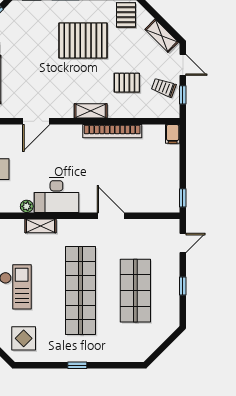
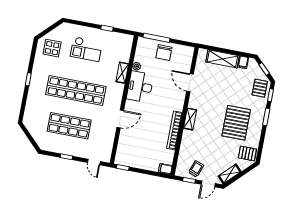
pallet: (127, 83) -> (260, 88), moved

